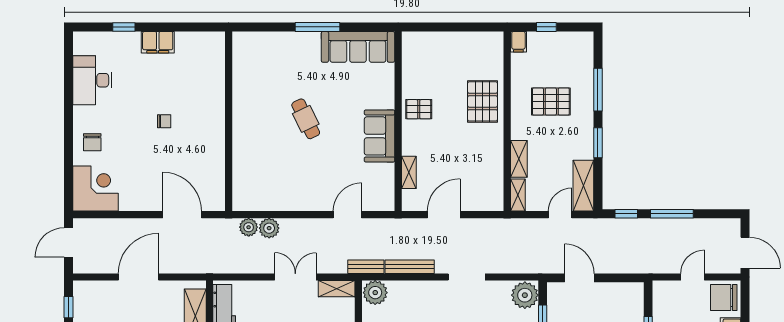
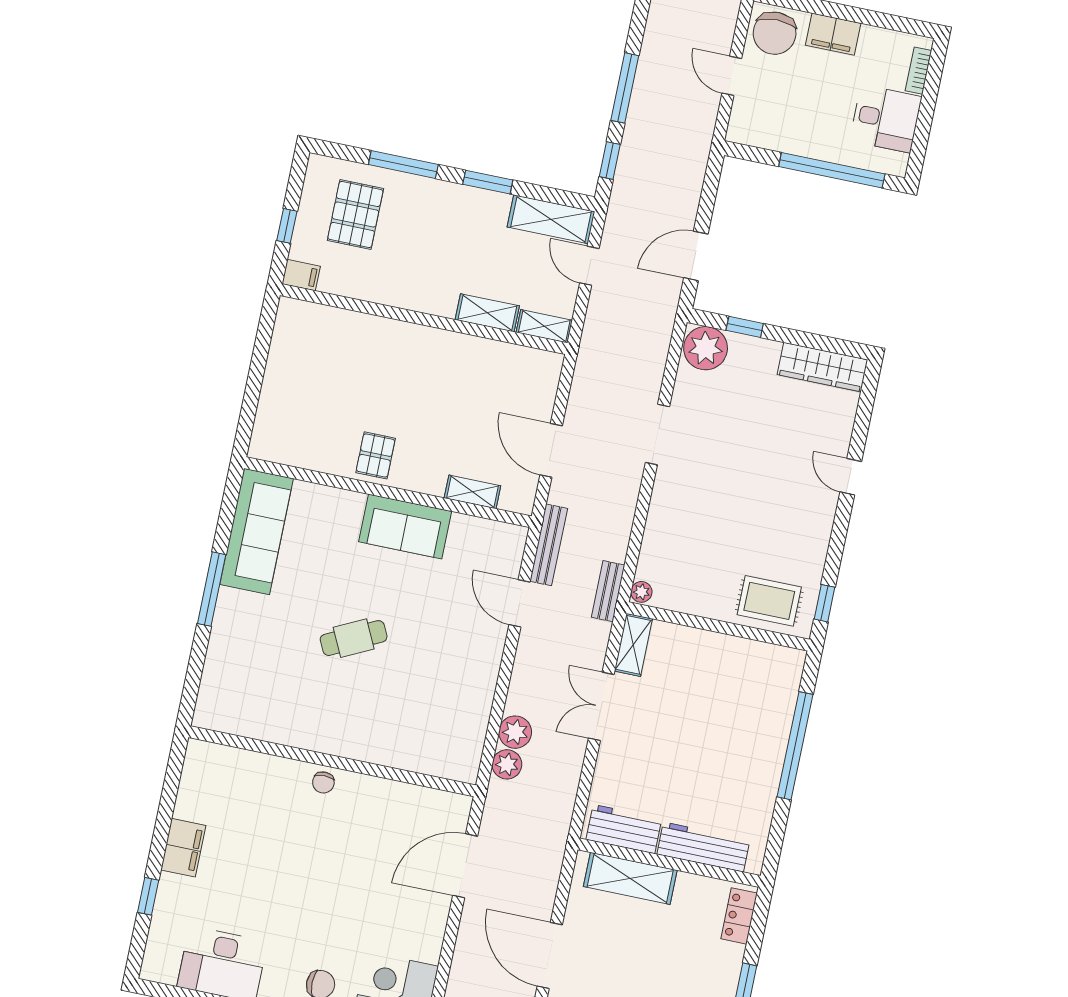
pallet: (483, 101) -> (384, 352), removed
pallet: (551, 102) -> (355, 215), moved
chair: (164, 121) -> (323, 782), moved, turned 180
bench: (410, 267) -> (549, 545), moved
plant: (375, 293) -> (641, 592), width x0.53, depth x0.53

